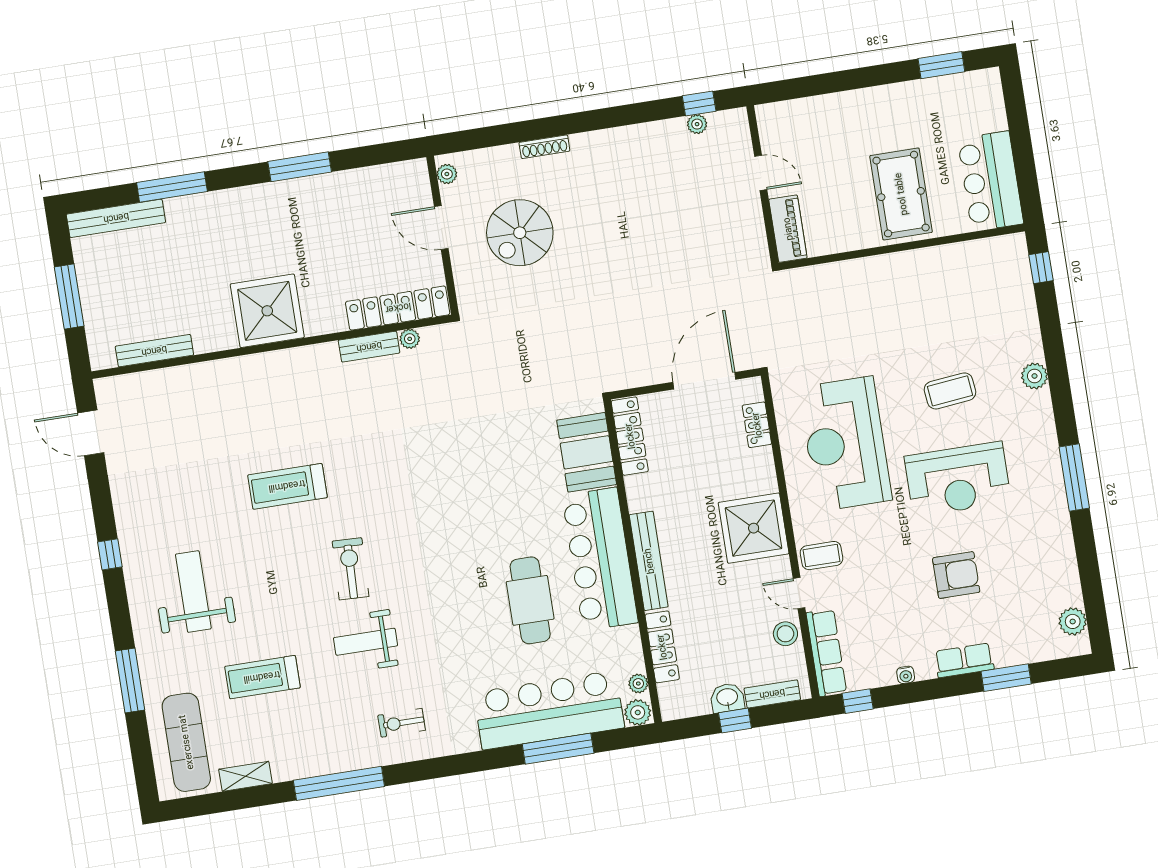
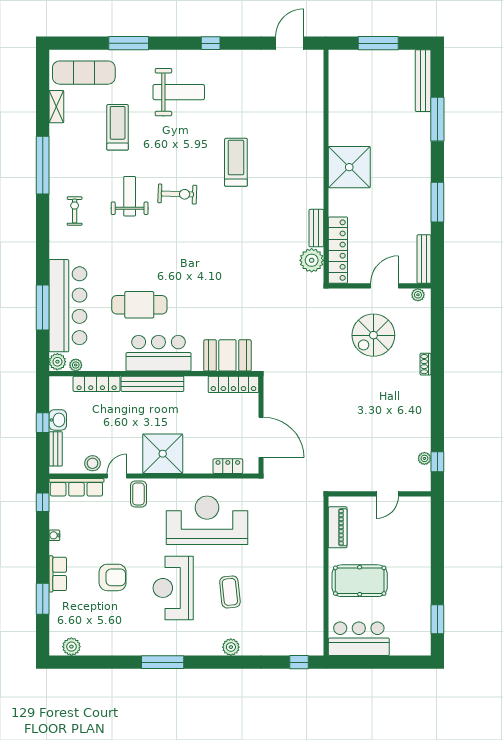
shoe rack: (544, 147) -> (425, 364), width x0.70
piano: (788, 229) -> (338, 527), moved, turned -90
spiral stairs: (520, 233) -> (373, 335), turned -90
plant: (410, 339) -> (312, 260), width x1.88, depth x1.88
bench: (154, 351) -> (424, 259), moved
bar counter: (600, 559) -> (158, 353), width x0.73
armchair: (956, 575) -> (113, 577), turned -90

